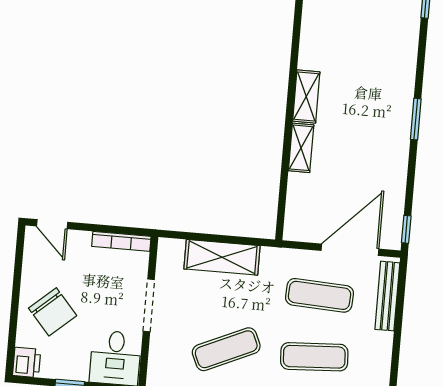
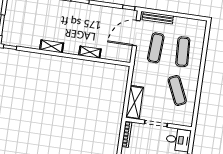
shelving: (306, 96) -> (52, 46), moved
door: (350, 250) -> (136, 33), hinge flipped
shelving: (222, 257) -> (135, 102), moved

